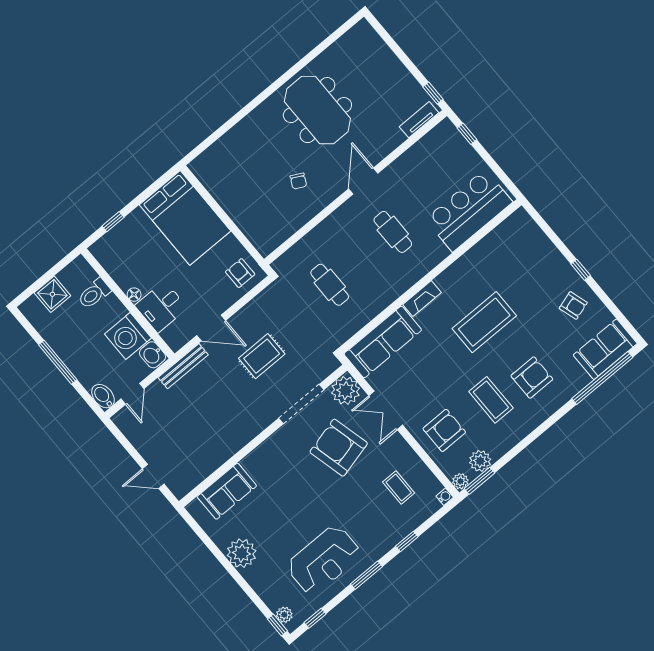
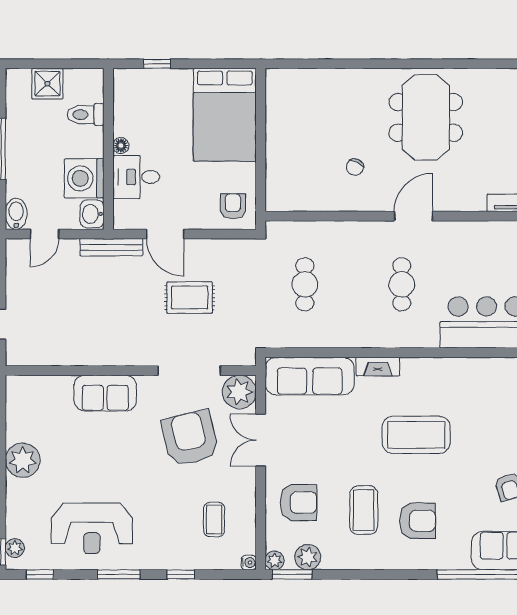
sofa: (227, 491) -> (105, 393), moved

